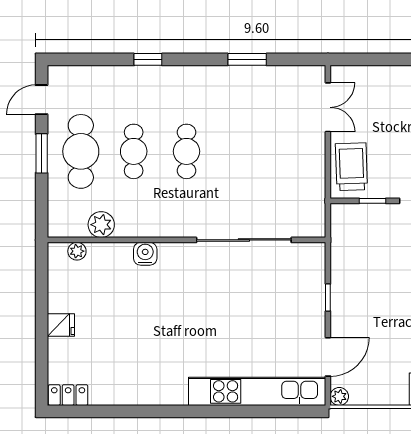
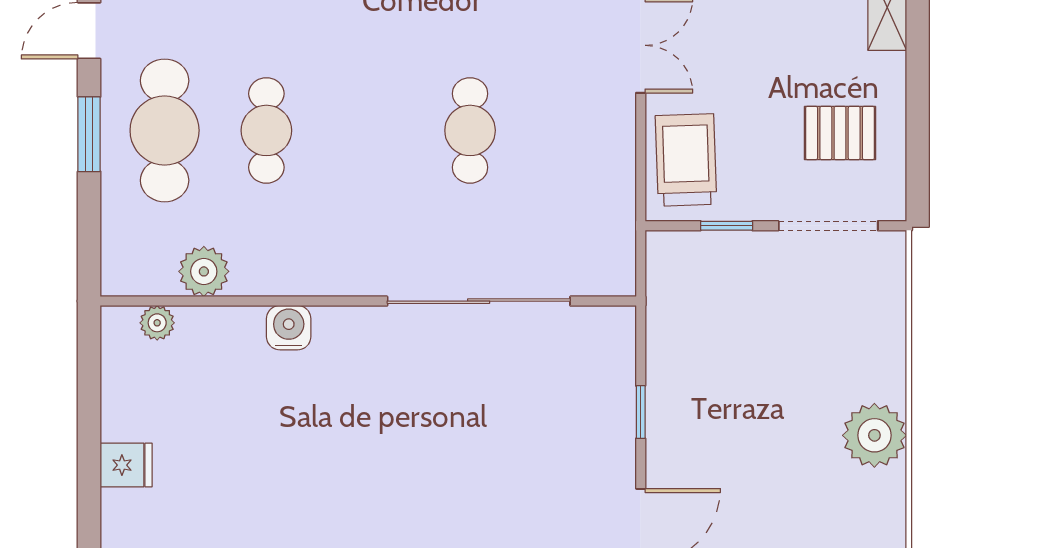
cafe table: (187, 151) -> (470, 130), moved

